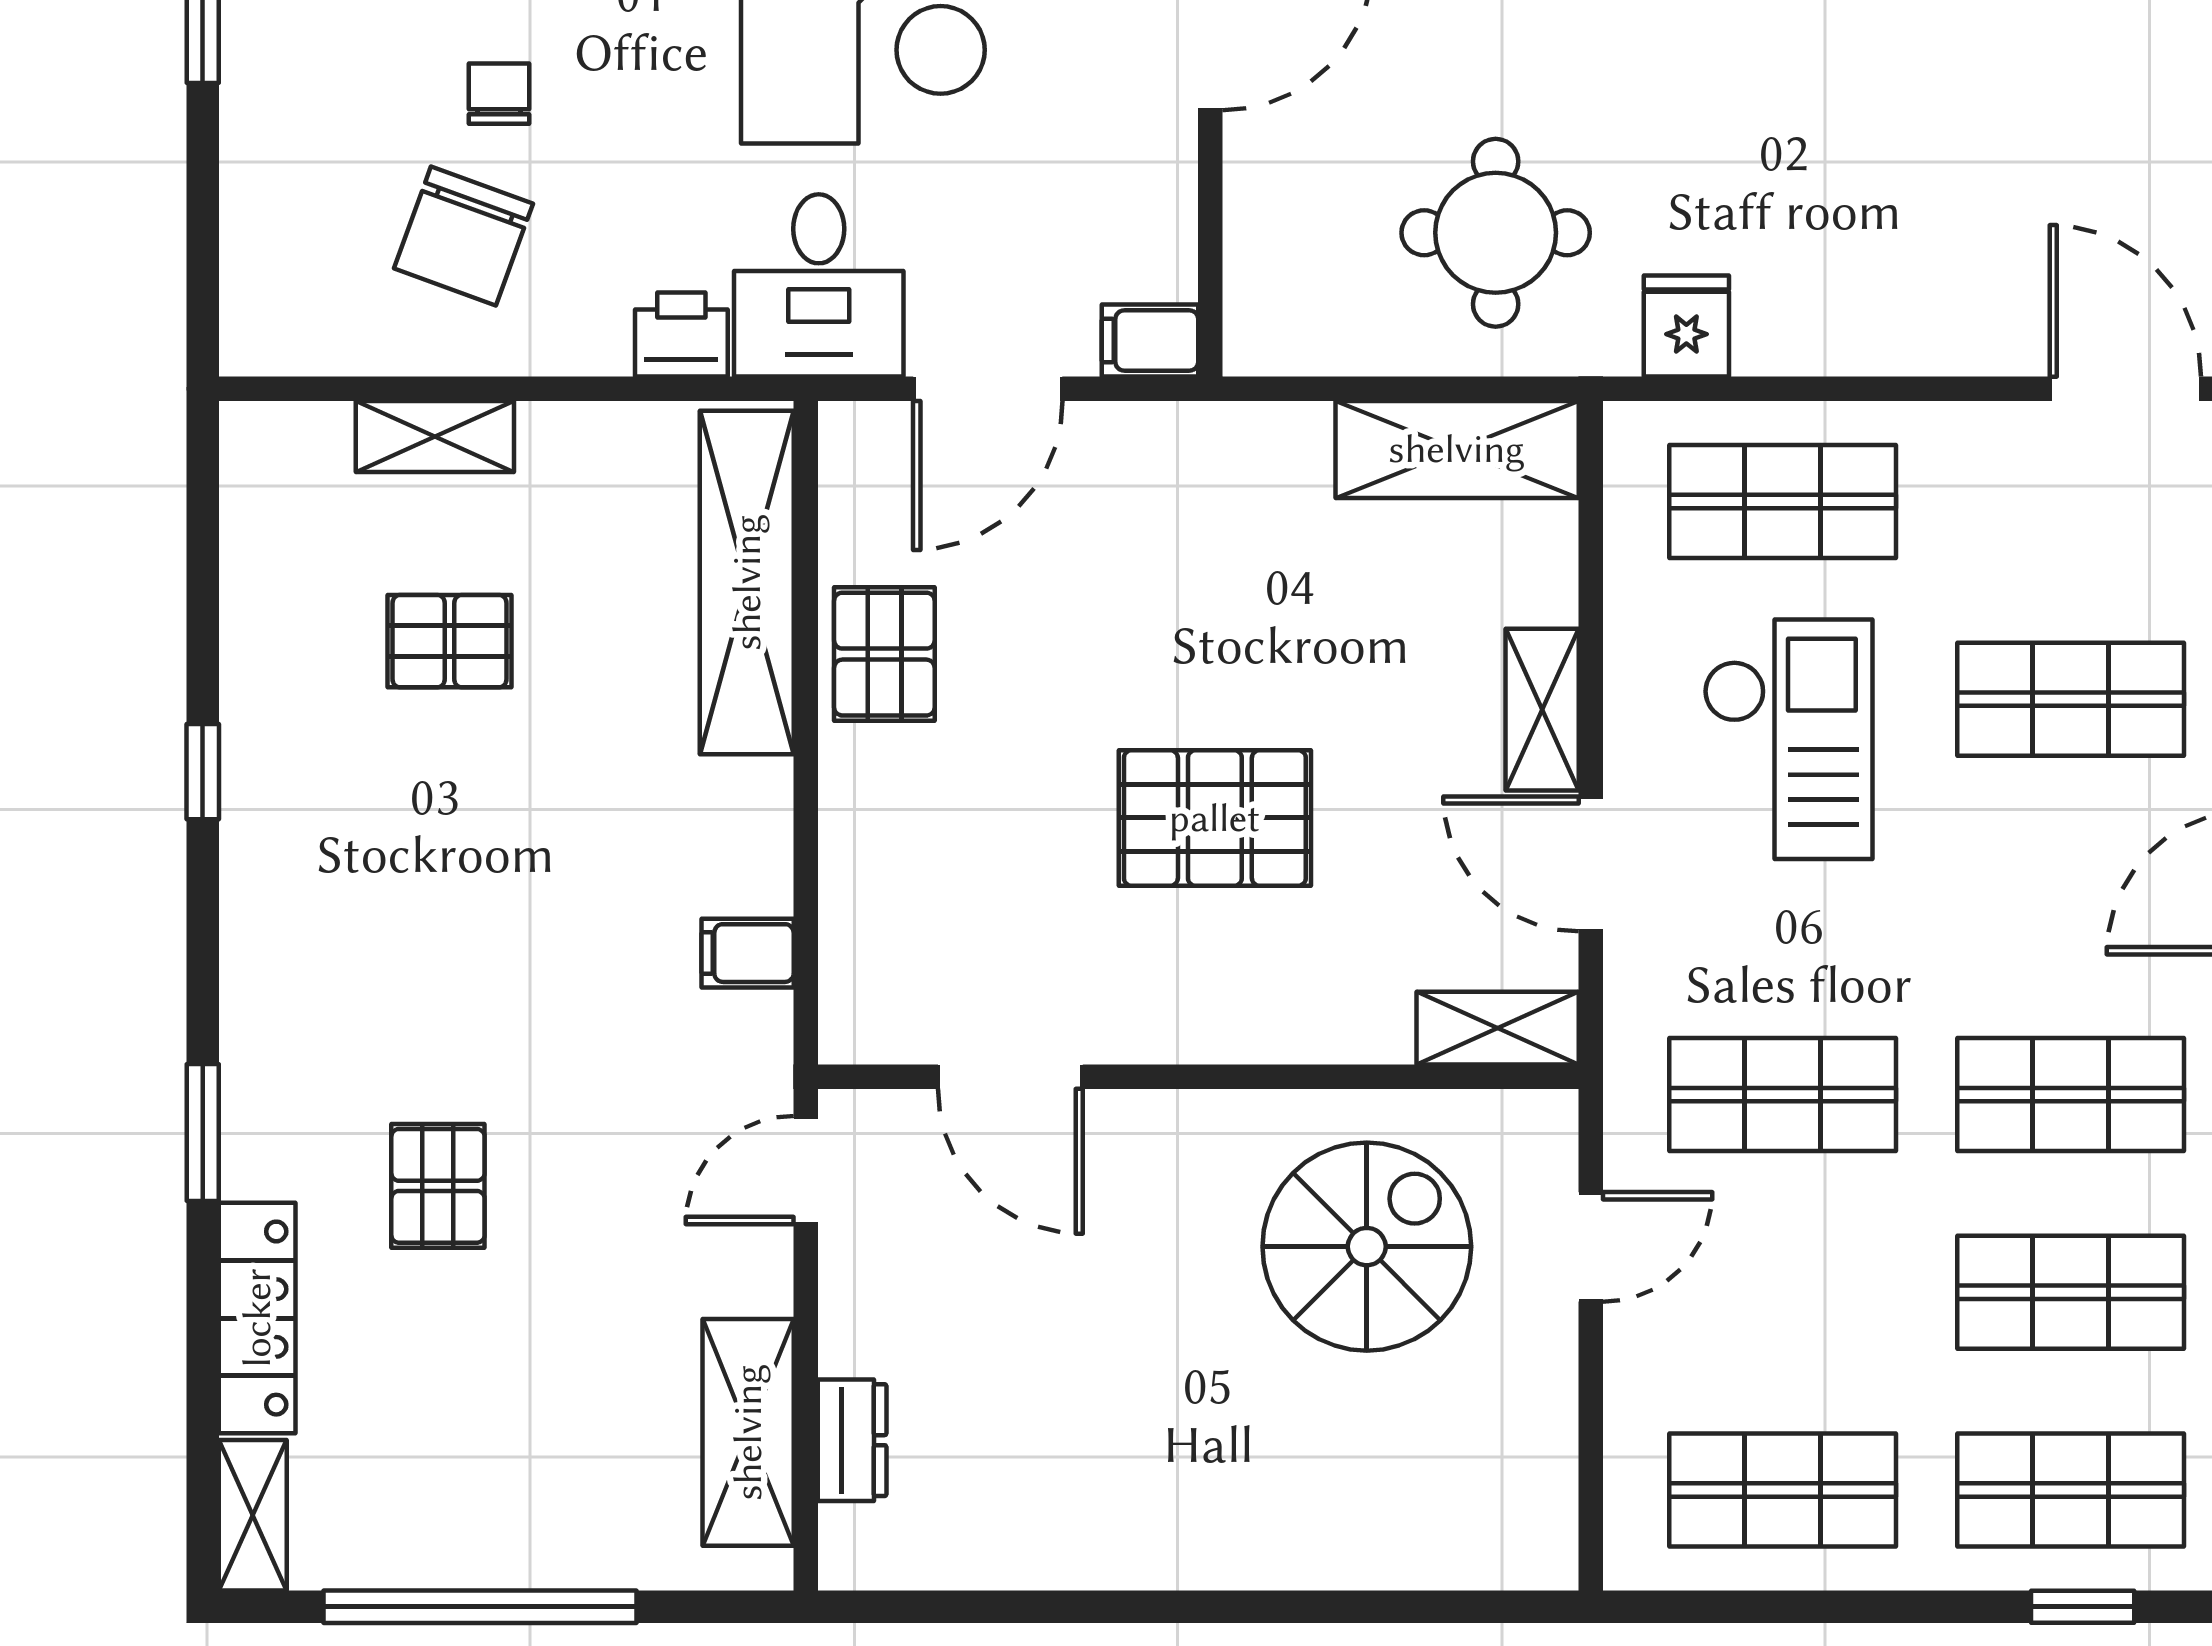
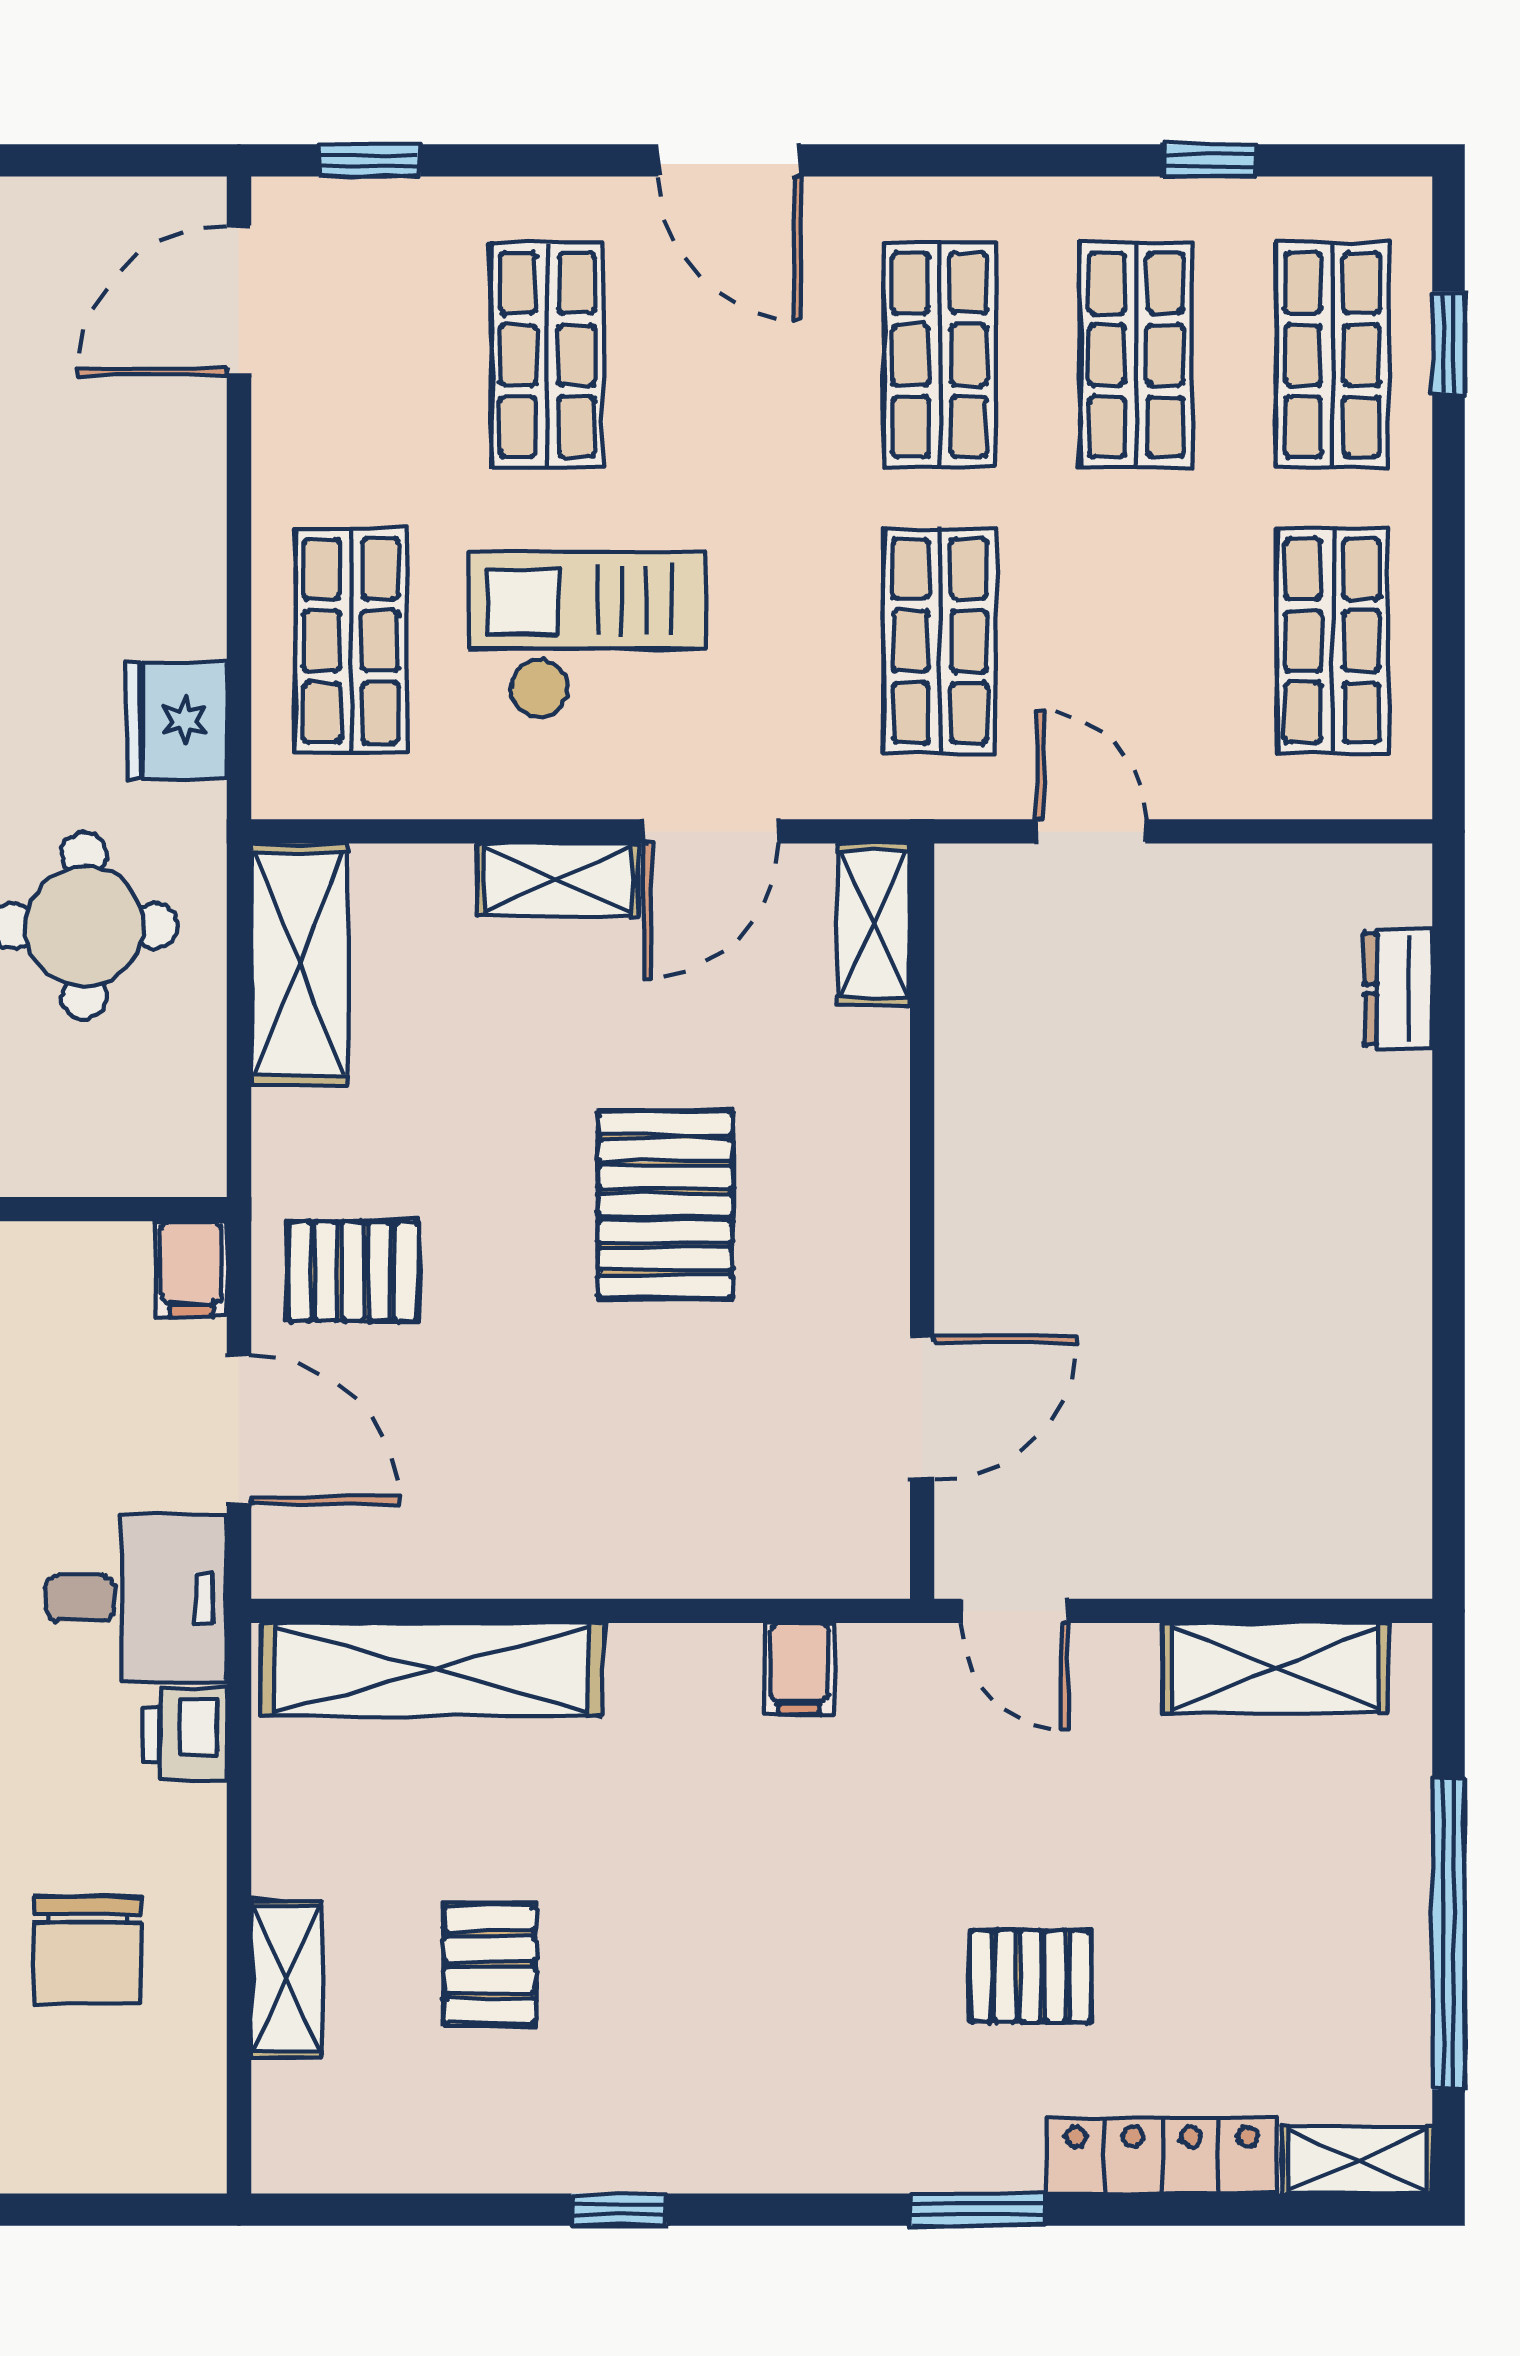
chair: (463, 236) -> (87, 1951), turned 70
fridge: (1686, 326) -> (177, 720), width x1.38
pallet: (884, 654) -> (353, 1271), moved
spiral stairs: (1367, 1247) -> (1091, 1054), removed
dresser: (852, 1440) -> (1398, 989), moved, turned -90

